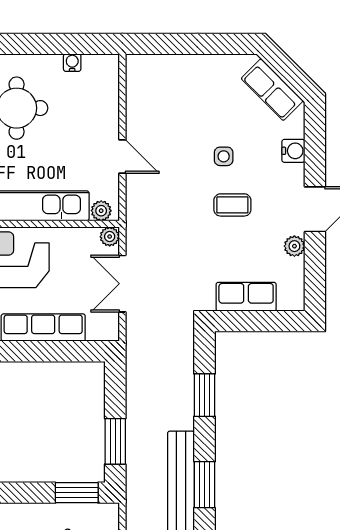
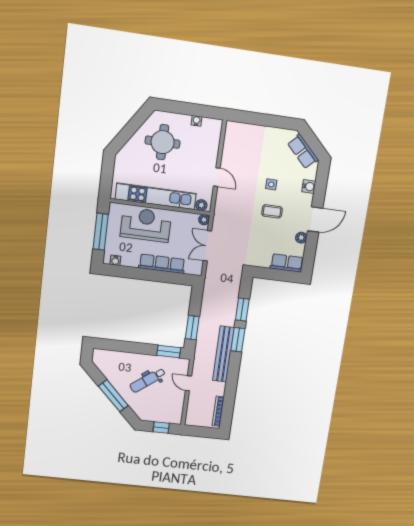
row of seats: (246, 297) -> (287, 263), moved
window: (205, 485) -> (238, 340), moved

